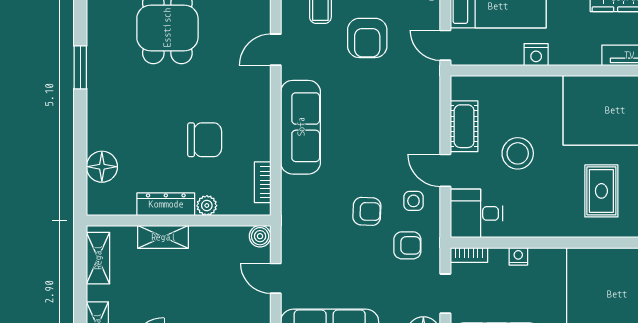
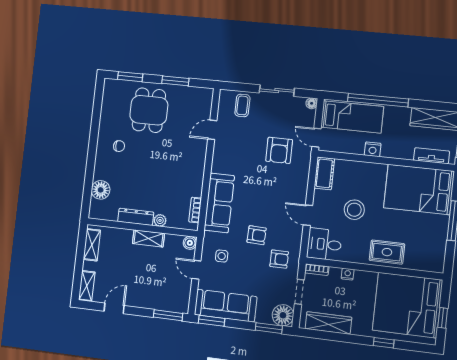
armchair: (367, 38) -> (279, 150), moved
window: (80, 67) -> (95, 129), removed
cot: (464, 126) -> (324, 173), moved
sofa: (301, 127) -> (219, 203), moved
chair: (205, 140) -> (119, 146), moved, width x0.54, depth x0.54
rug: (601, 191) -> (387, 252), moved, turned 90
side table: (413, 201) -> (222, 256), moved
shelving: (163, 237) -> (148, 238), moved

